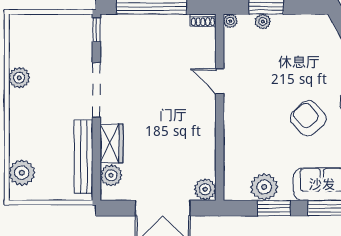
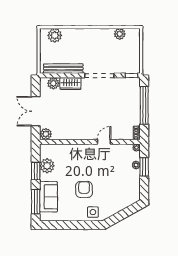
plant: (19, 78) -> (120, 34), moved
armchair: (308, 118) -> (84, 190), turned -48

